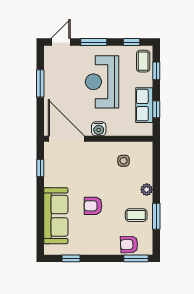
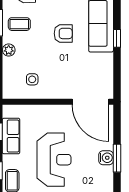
water cooler: (99, 129) -> (106, 158), moved, turned 90
window: (40, 168) -> (117, 38), moved

